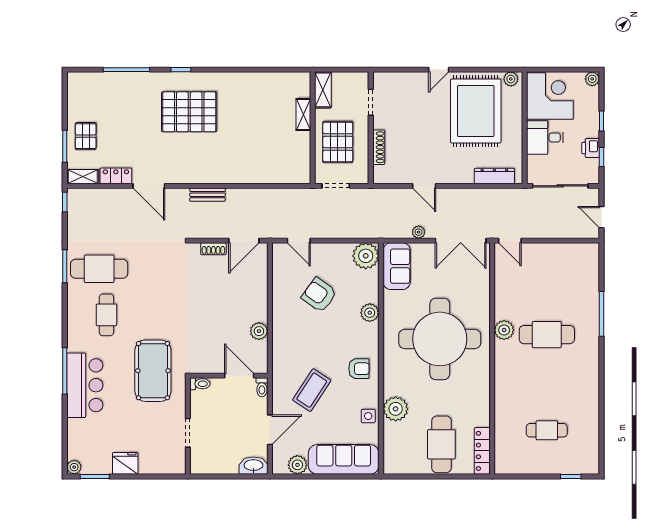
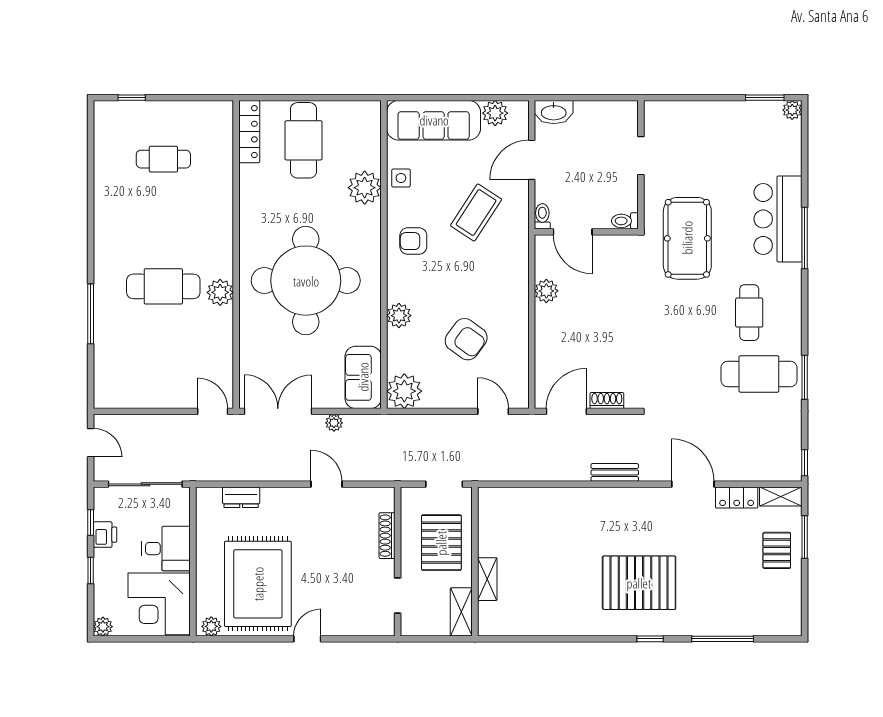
dresser: (494, 176) -> (241, 497), width x0.70
fridge: (125, 463) -> (724, 115), removed

